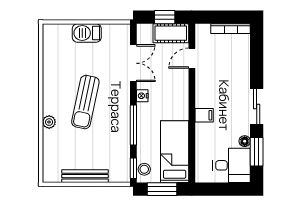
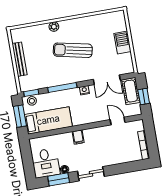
cot: (171, 33) -> (131, 91), moved

